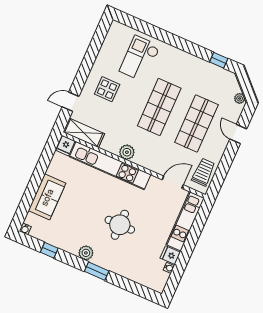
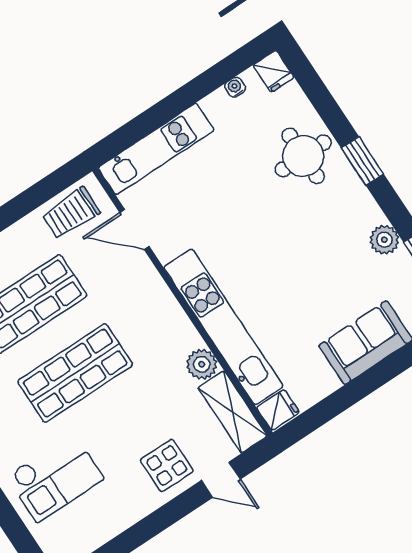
display table: (107, 89) -> (167, 466), moved
plant: (127, 152) -> (202, 364), moved
round table: (120, 225) -> (303, 156), moved
plant: (86, 253) -> (384, 240), moved
fridge: (170, 255) -> (274, 71), moved

